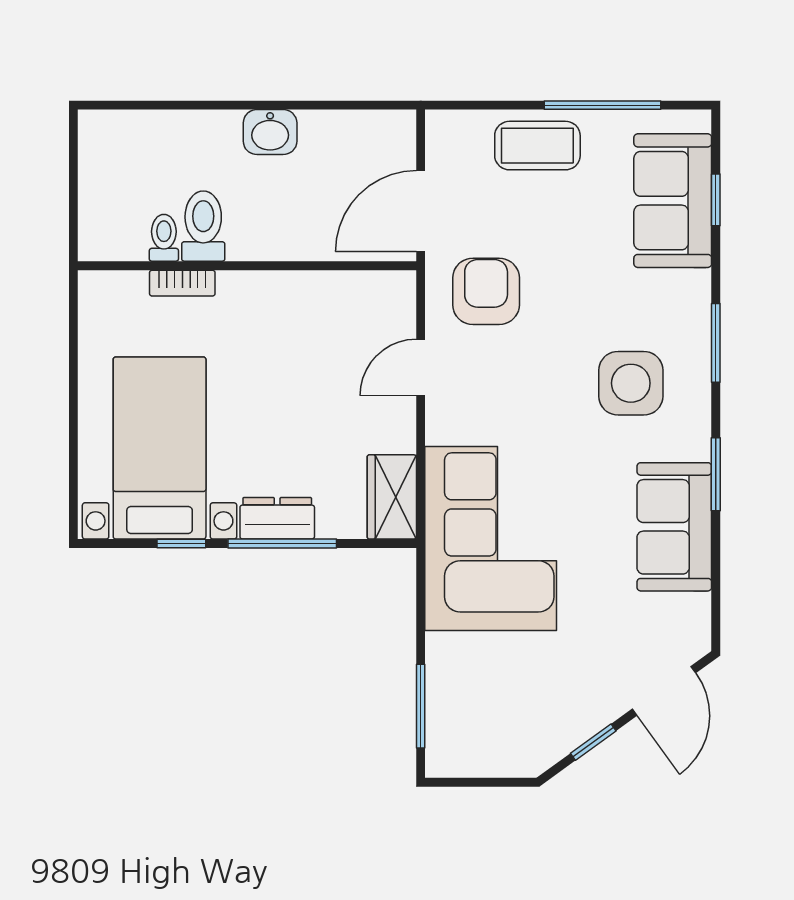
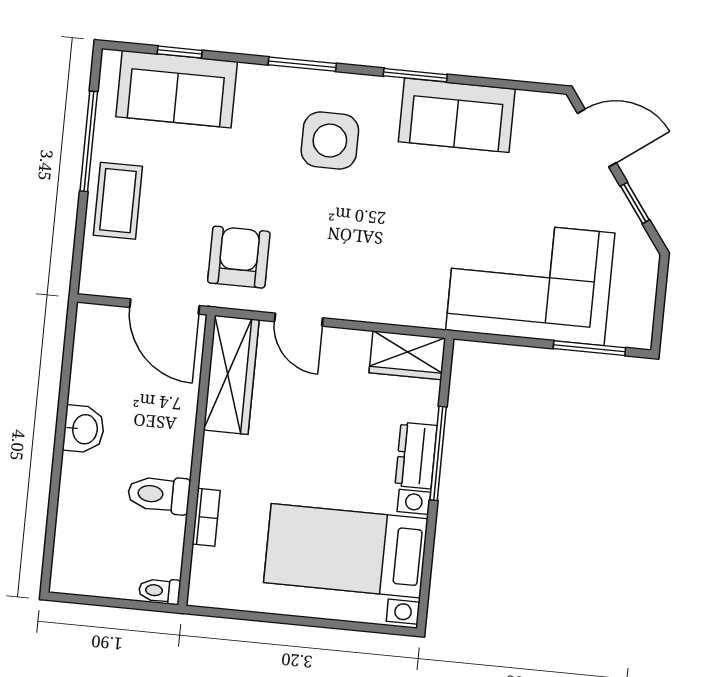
toilet: (164, 238) -> (160, 591), moved
armchair: (486, 291) -> (239, 257), turned 90
wardrobe: (349, 296) -> (231, 375), added
corner sofa: (491, 538) -> (530, 282), moved
window: (181, 543) -> (430, 540), removed

